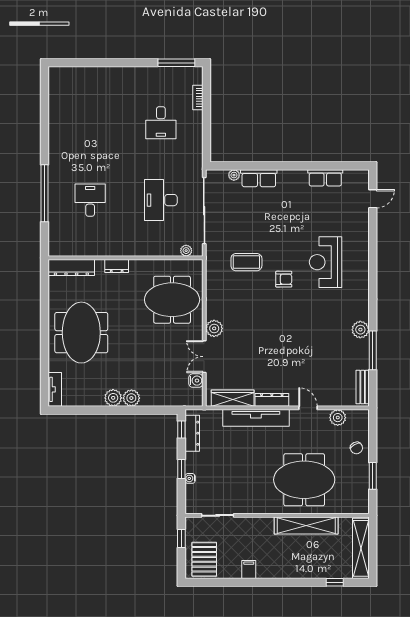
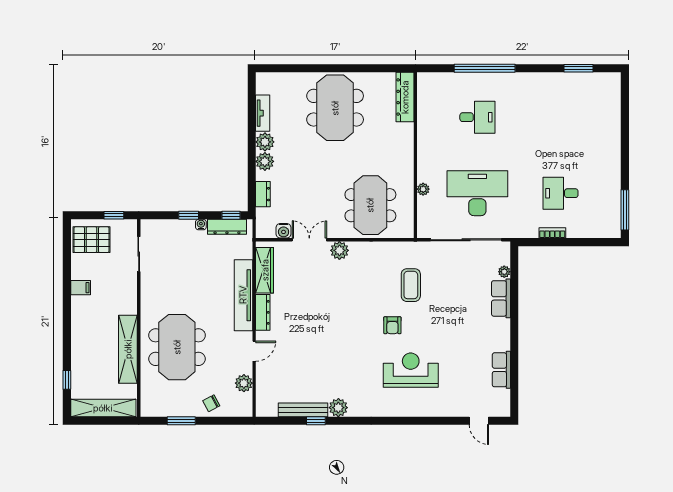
bookcase: (198, 97) -> (552, 233), moved
window: (45, 106) -> (578, 68), added
desk: (161, 200) -> (477, 193), width x1.36, depth x1.30
plant: (186, 251) -> (423, 189), moved
dresser: (117, 266) -> (263, 194), moved, turned 180
meeting table: (81, 333) -> (335, 108), turned 90
window: (373, 350) -> (316, 421), width x0.46
bench: (363, 387) -> (303, 410), moved, width x1.36
tv unit: (55, 389) -> (263, 113), moved, turned -90
water cooler: (190, 478) -> (201, 225), moved

